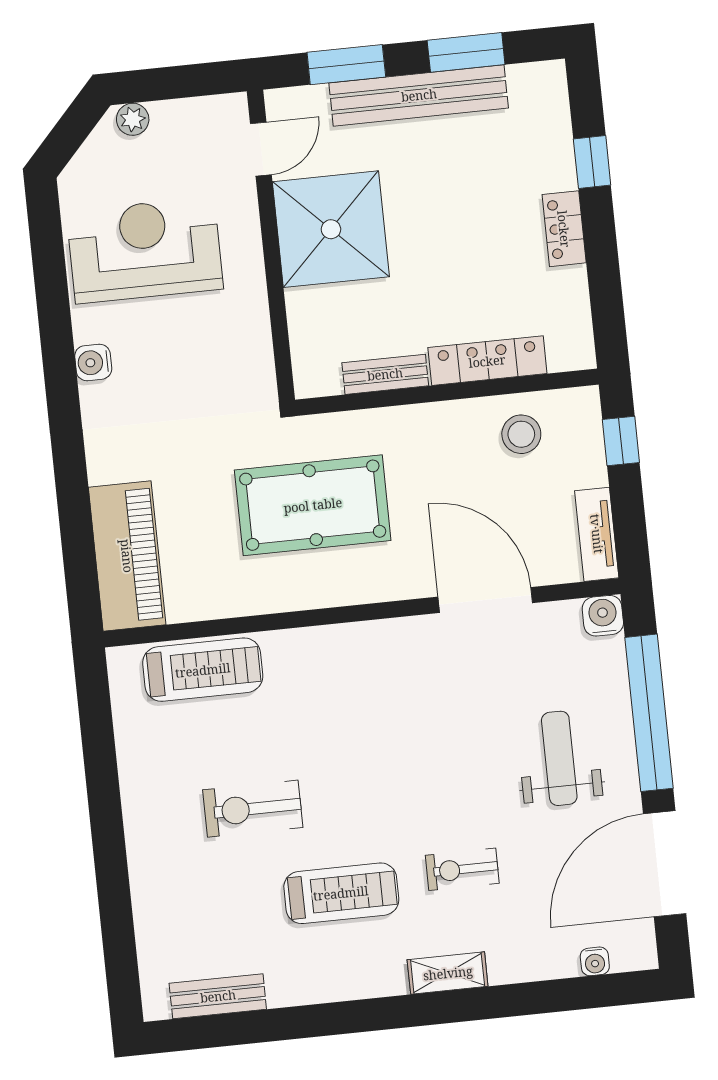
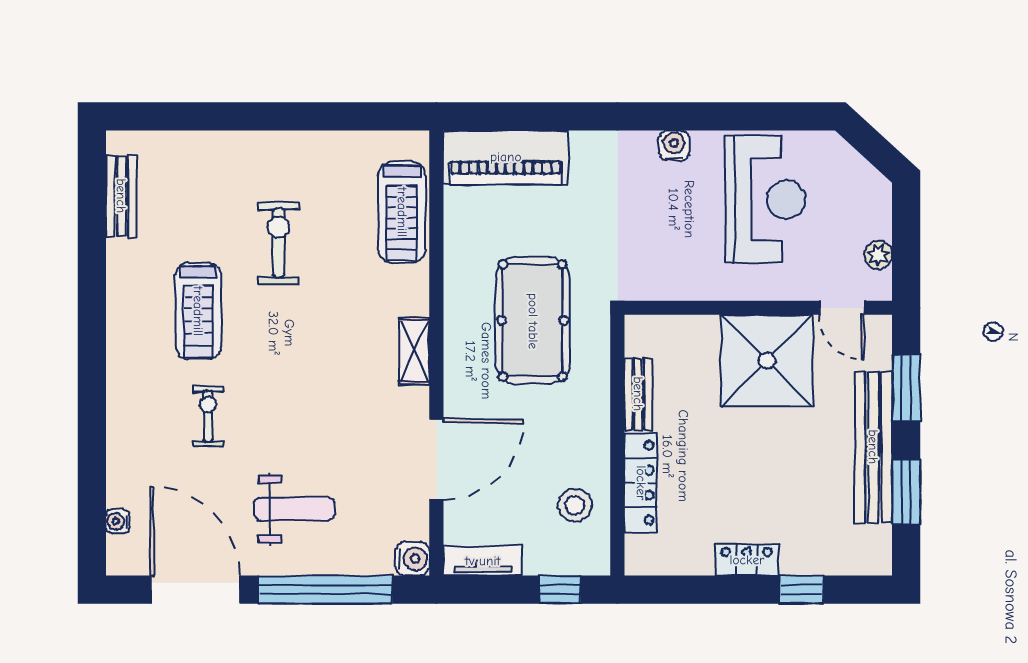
plant: (133, 119) -> (878, 255), moved
shelving: (448, 973) -> (414, 351), moved

